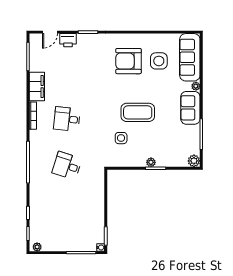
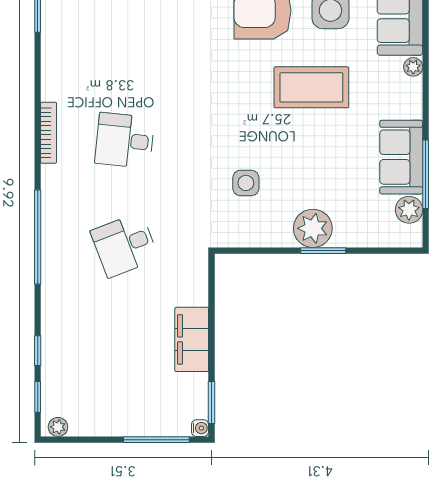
filing cabinet: (37, 87) -> (192, 339), moved, turned 180
sofa: (190, 108) -> (401, 157), moved
coffee table: (138, 112) -> (311, 87), moved
plant: (194, 161) -> (409, 210), moved
plant: (151, 162) -> (313, 228), width x1.88, depth x1.88
desk: (67, 166) -> (125, 245), turned -39

